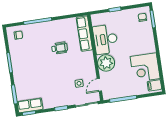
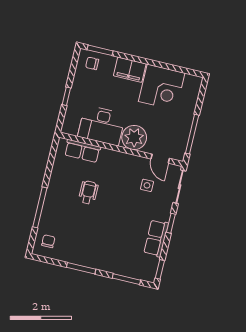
row of seats: (84, 34) -> (82, 151), width x0.68
filing cabinet: (154, 85) -> (130, 70), moved, width x2.00
row of seats: (30, 105) -> (156, 238), moved

